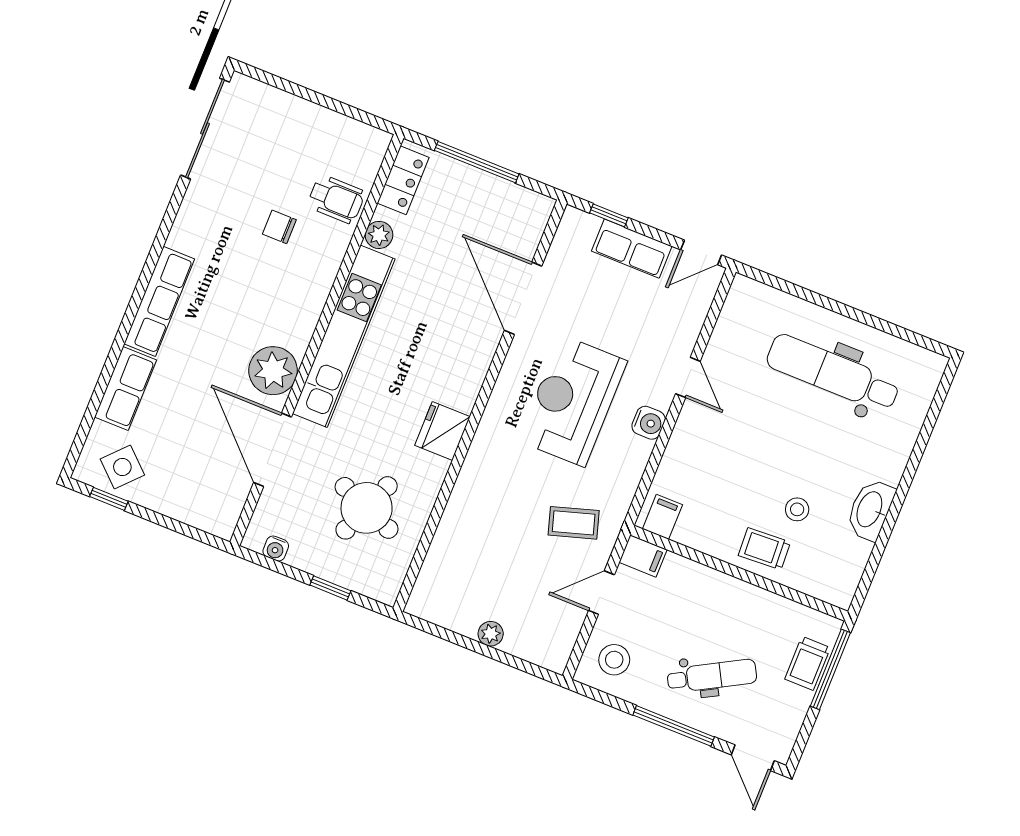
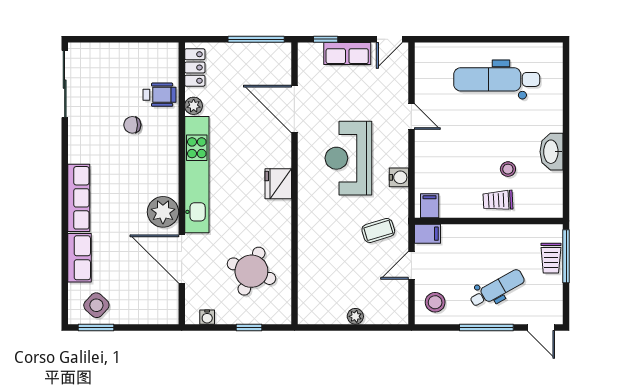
window: (477, 162) -> (256, 39), moved
water cooler: (649, 423) -> (399, 177), moved
fridge: (442, 431) -> (278, 184), moved
window: (109, 499) -> (96, 327), width x1.50

